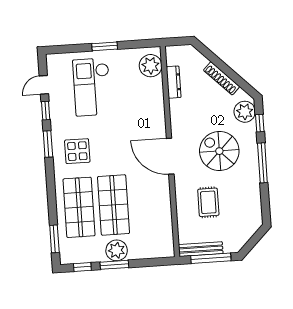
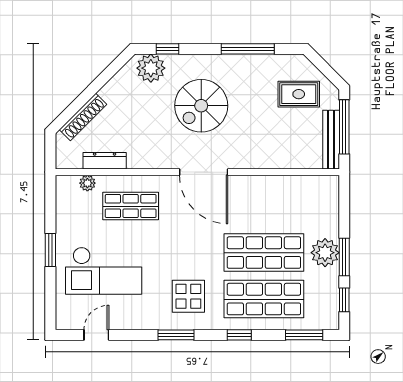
plant: (151, 66) -> (87, 183), width x0.53, depth x0.53
shoe rack: (222, 78) -> (83, 117), moved
door: (44, 85) -> (96, 335), swing flipped
shop shelf: (141, 104) -> (131, 206), added
window: (46, 111) -> (239, 335), moved
door: (170, 156) -> (204, 172), hinge flipped
window: (262, 163) -> (248, 49), moved
rug: (208, 202) -> (299, 94), moved

